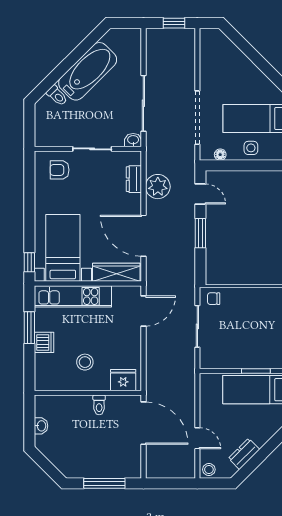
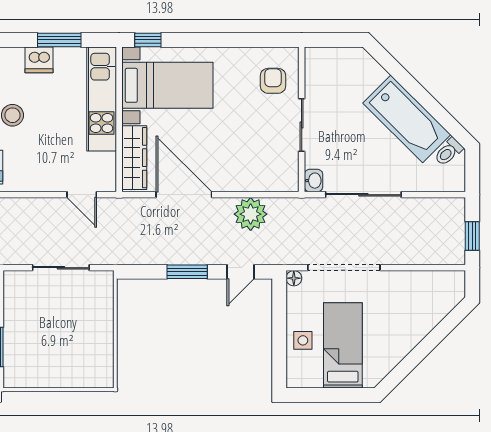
toilet: (57, 96) -> (448, 152), moved
floor lamp: (220, 155) -> (294, 278), moved
dresser: (134, 179) -> (261, 182), removed
door: (143, 236) -> (184, 195), hinge flipped
chair: (214, 299) -> (98, 290), removed
door: (143, 311) -> (82, 195), width x0.73

